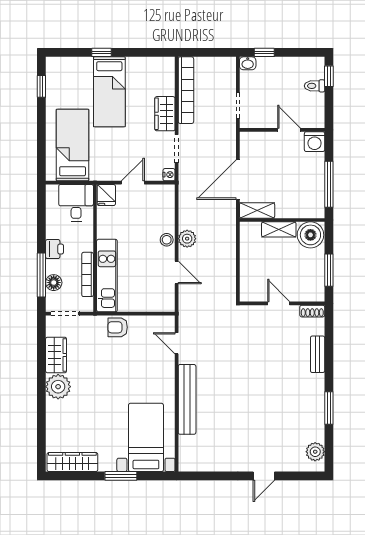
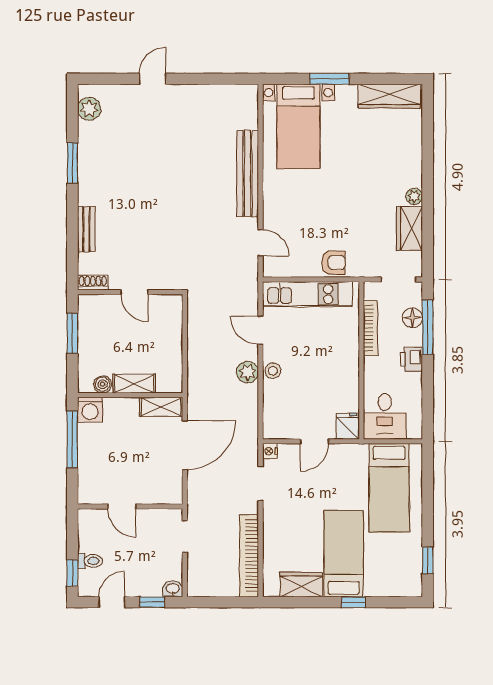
door: (297, 52) -> (112, 602), added
wardrobe: (165, 114) -> (301, 585), moved, turned -90
washing machine: (315, 142) -> (90, 410), moved, turned 180
boiler: (310, 235) -> (103, 384), width x0.54, depth x0.54
kitchen unit: (107, 276) -> (307, 294), moved, turned -90
plant: (58, 387) -> (414, 196), width x0.53, depth x0.53

